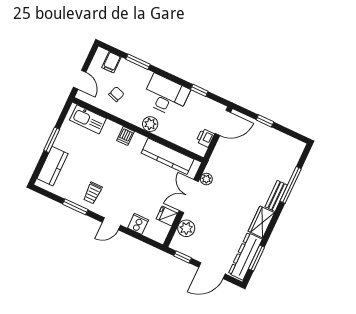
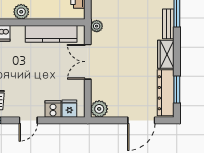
plant: (206, 179) -> (97, 26), moved
fridge: (167, 216) -> (69, 109), moved, turned 90
plant: (186, 228) -> (99, 109), moved
window: (183, 257) -> (108, 120), removed

